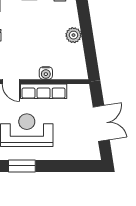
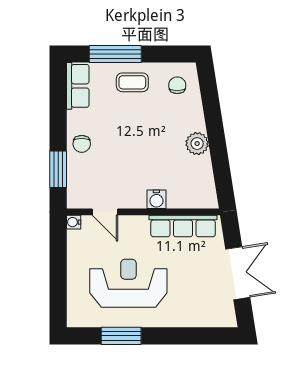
row of seats: (44, 91) -> (183, 226), moved

